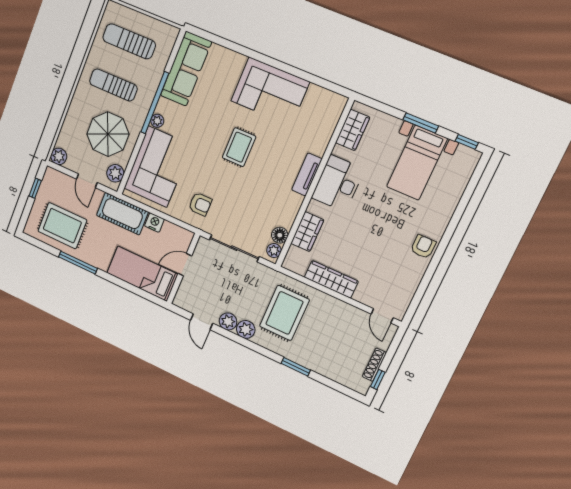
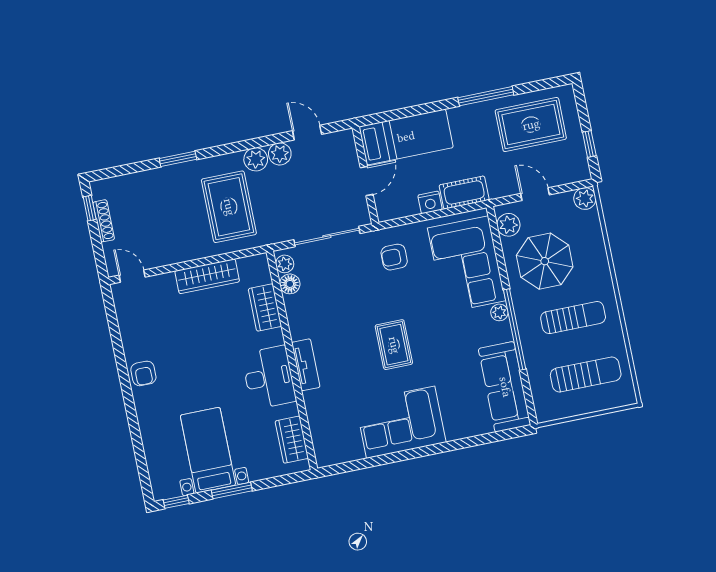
cot: (122, 214) -> (464, 193), width x0.73, depth x0.75

